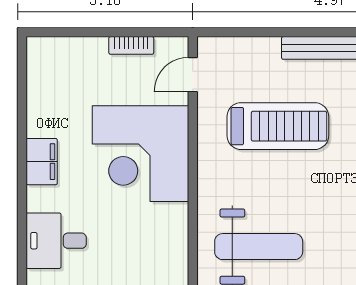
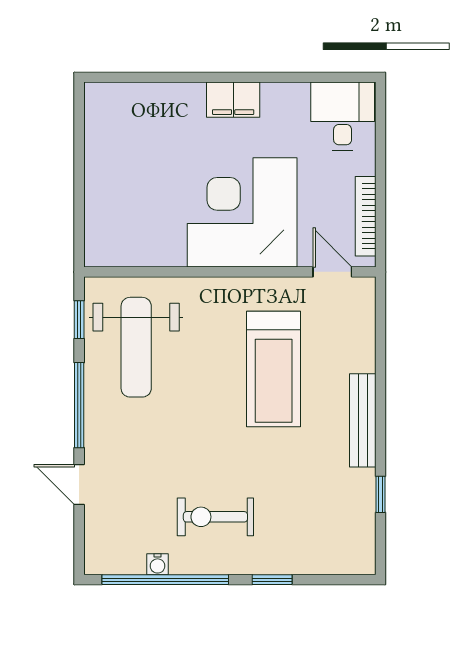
bookcase: (131, 45) -> (366, 216), width x1.56
desk: (56, 241) -> (343, 116), moved

